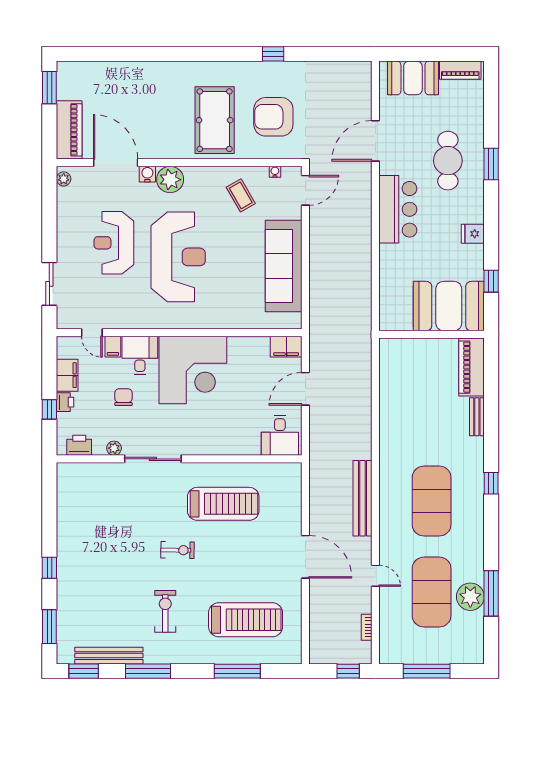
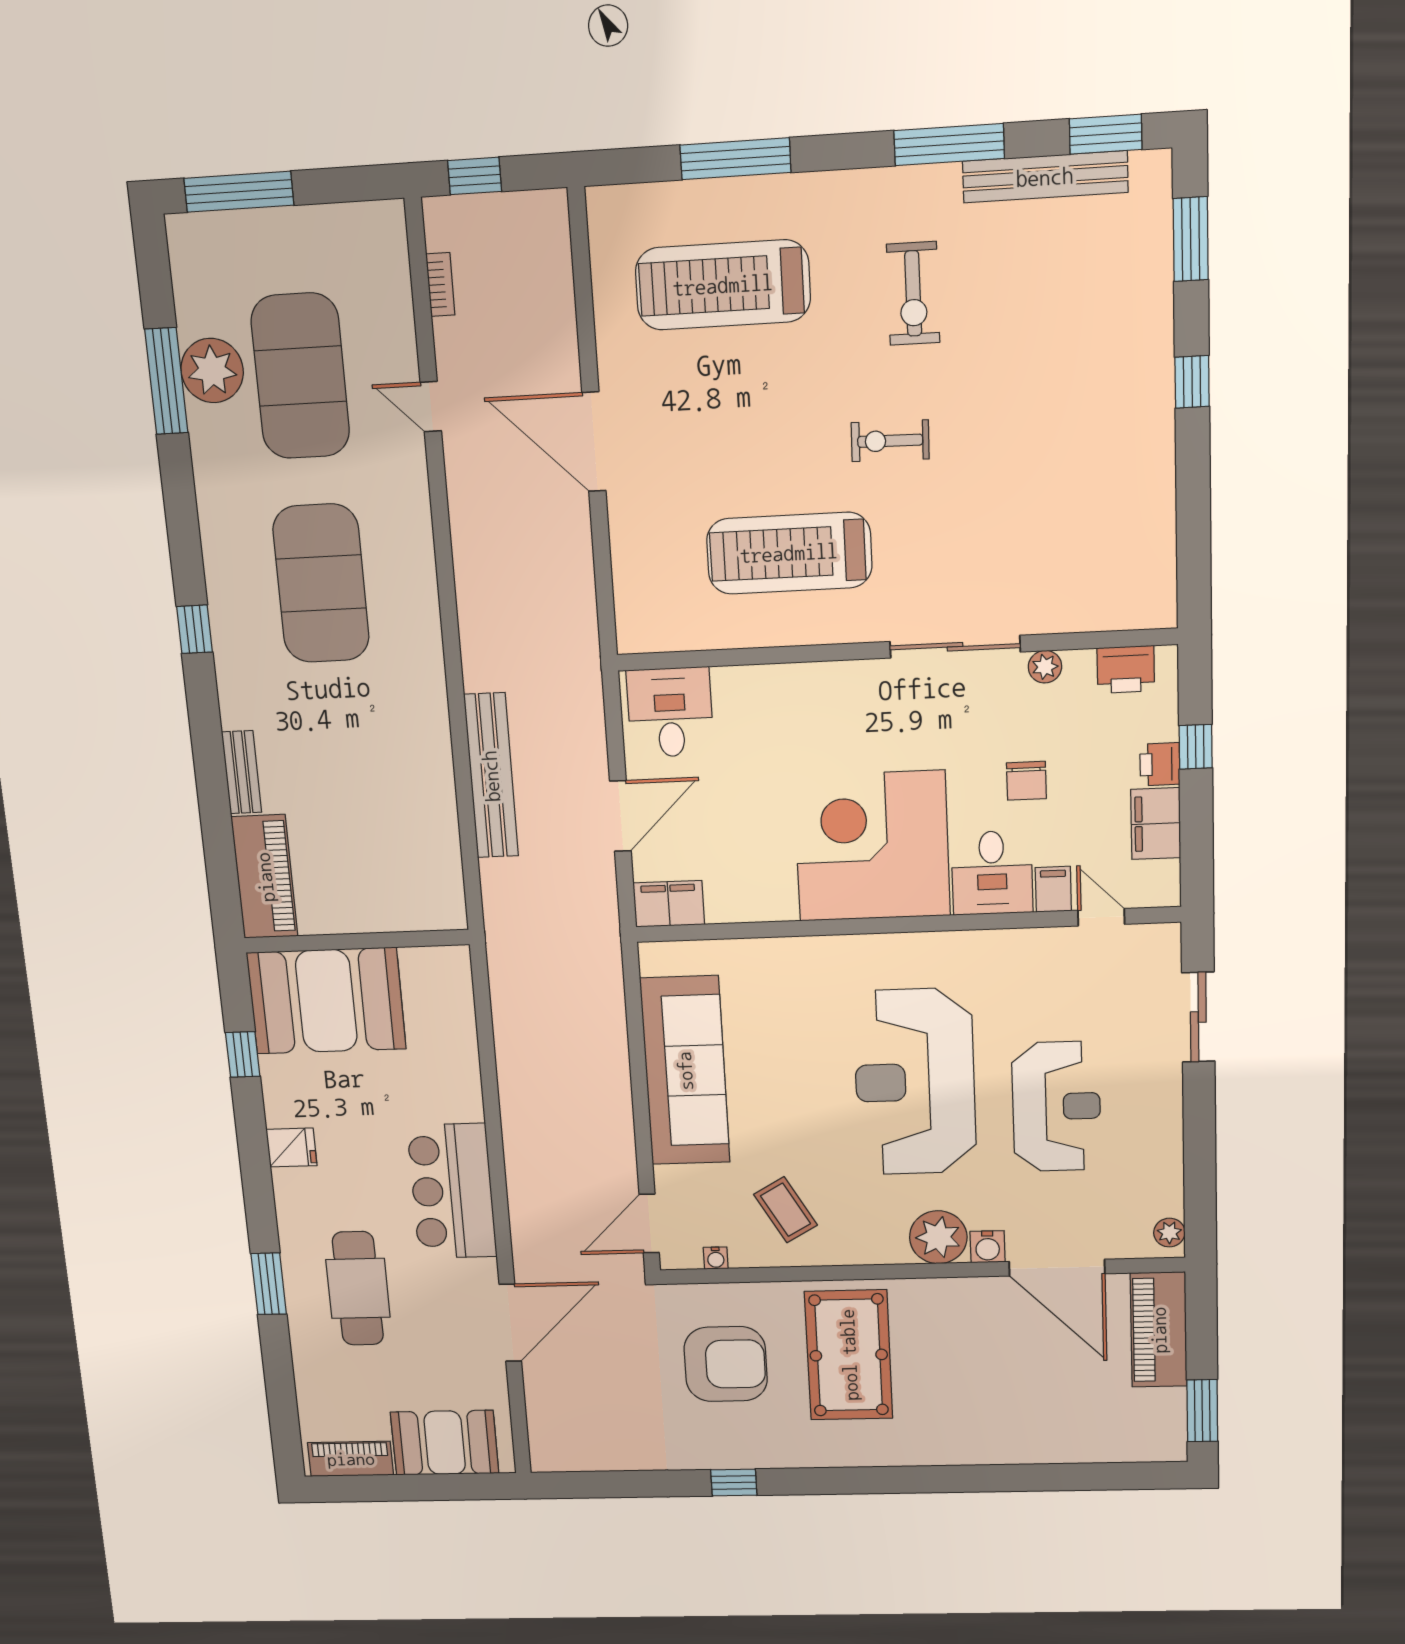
bench: (363, 498) -> (491, 776), moved
window: (427, 671) -> (239, 192), moved

